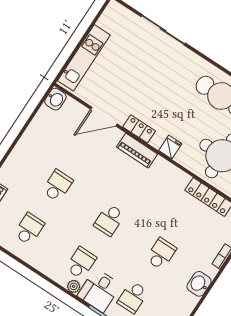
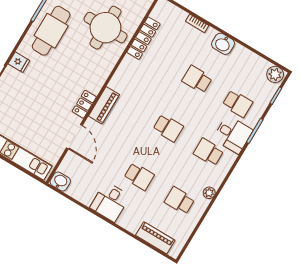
fridge: (170, 147) -> (19, 62), moved, turned 180
desk: (31, 153) -> (110, 202), added
school desk: (57, 186) -> (139, 176), turned 180
plant: (74, 286) -> (209, 193), moved

